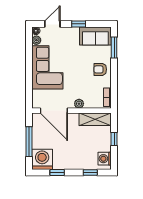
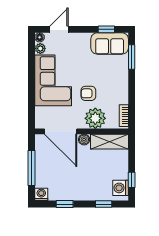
window: (79, 24) -> (106, 29), moved
armchair: (100, 69) -> (88, 93), moved
plant: (79, 104) -> (95, 118), width x1.87, depth x1.87
boiler: (74, 118) -> (84, 140), added
window: (114, 139) -> (132, 180), moved
washing machine: (42, 159) -> (41, 194), width x0.53, depth x0.53

